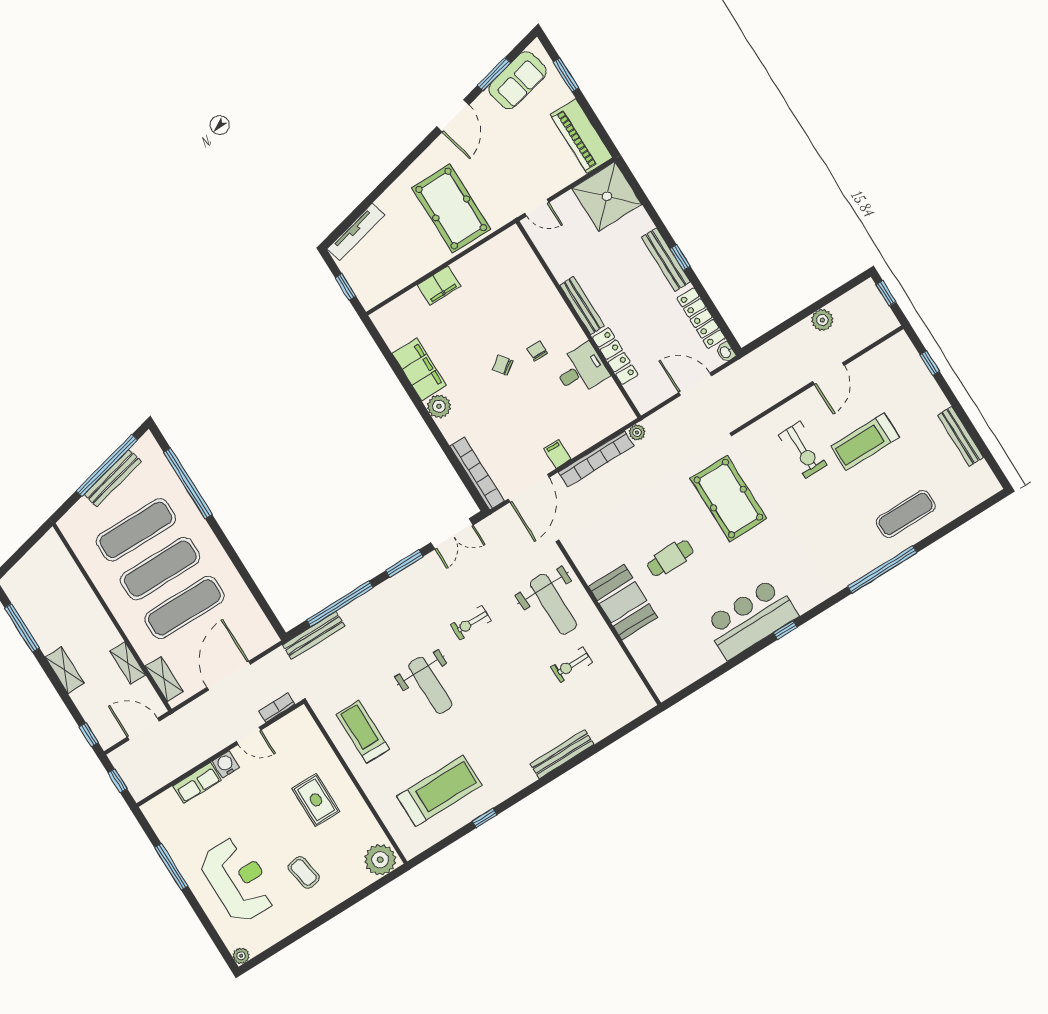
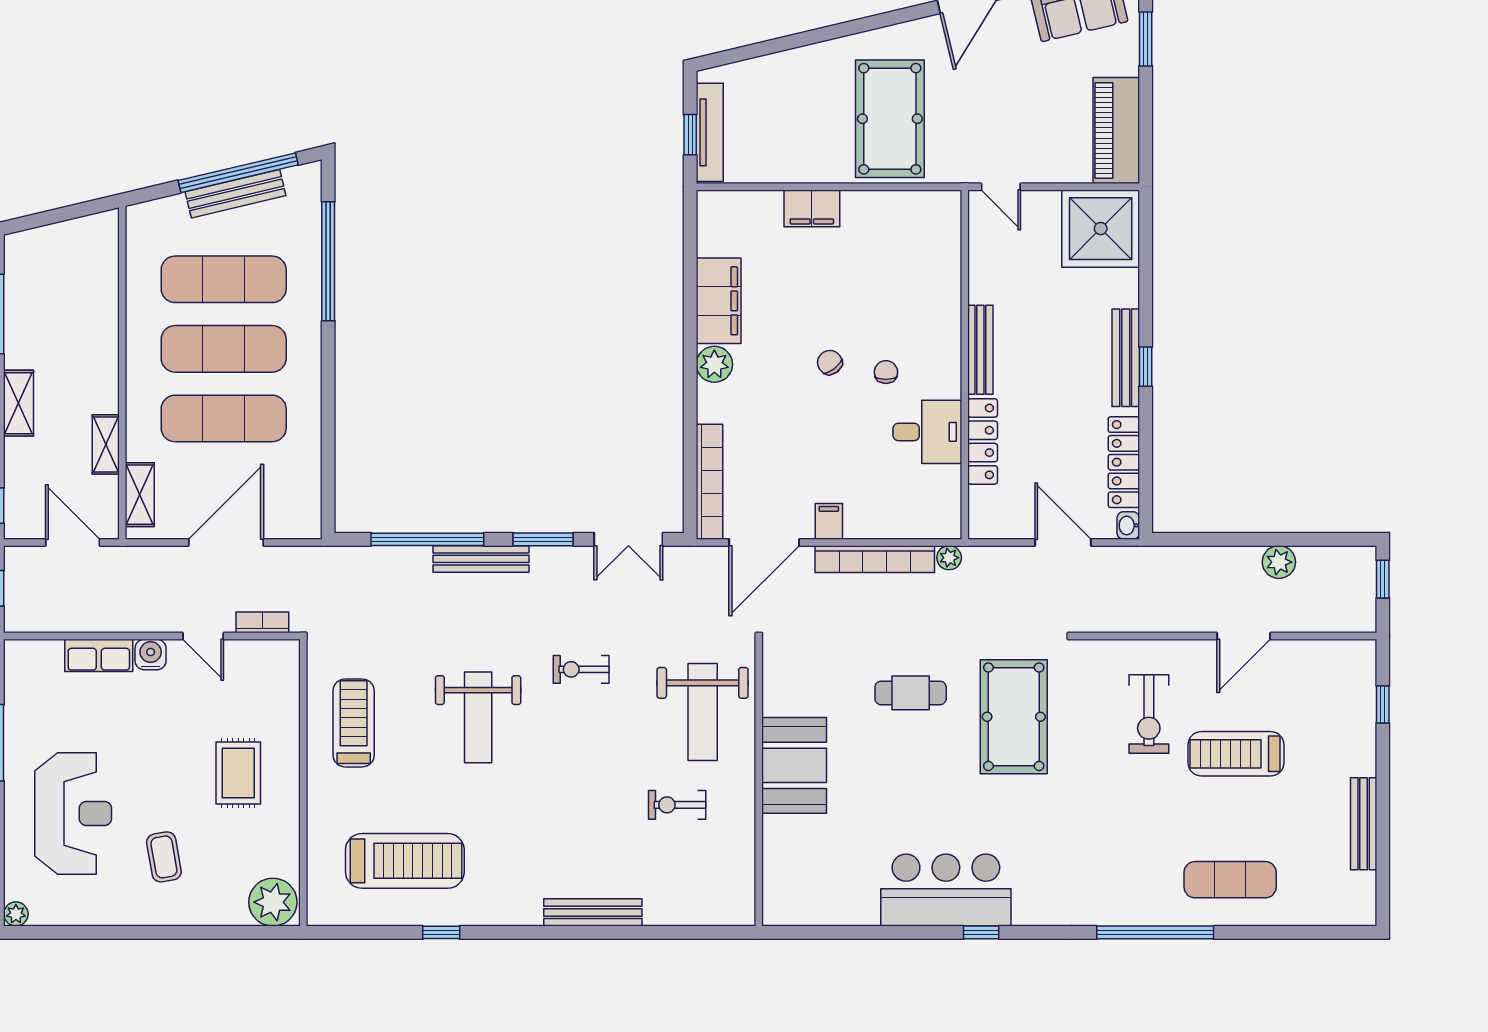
tv unit: (356, 232) -> (710, 132), moved, turned -77
cafe table: (670, 558) -> (911, 693), moved
bench: (314, 635) -> (481, 559), moved

